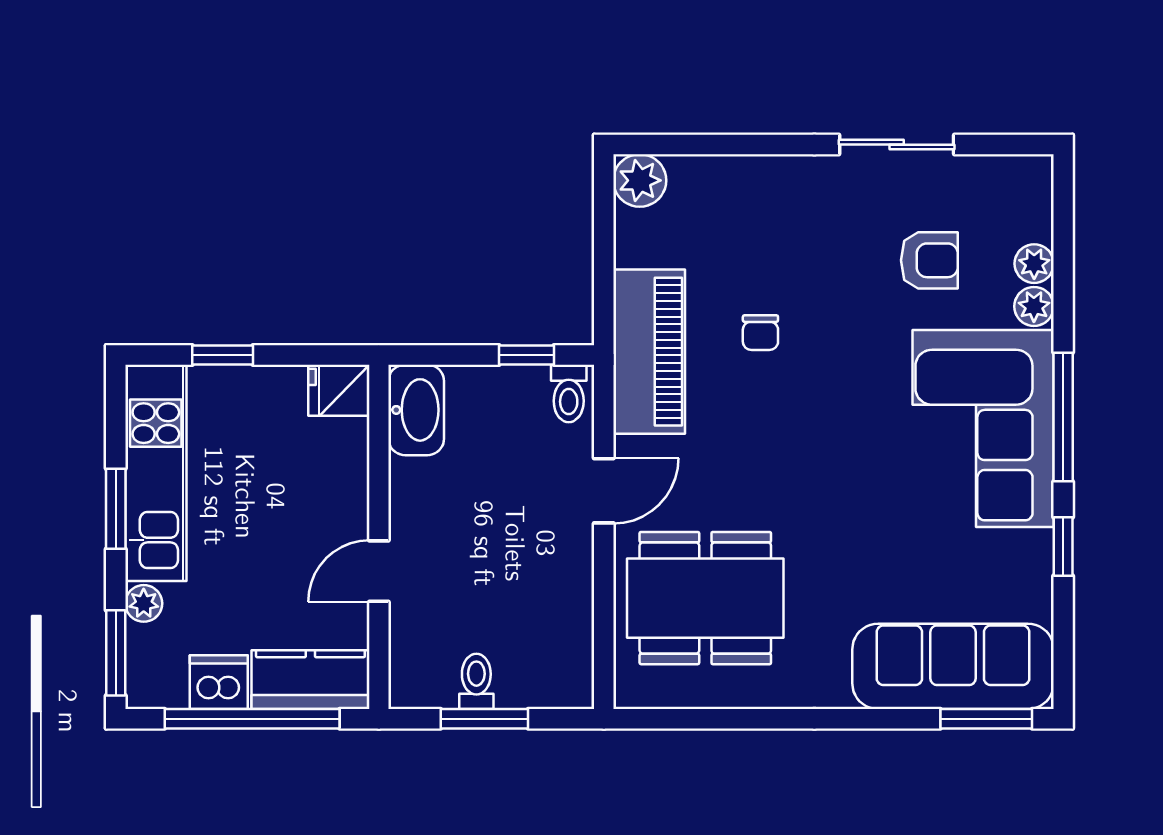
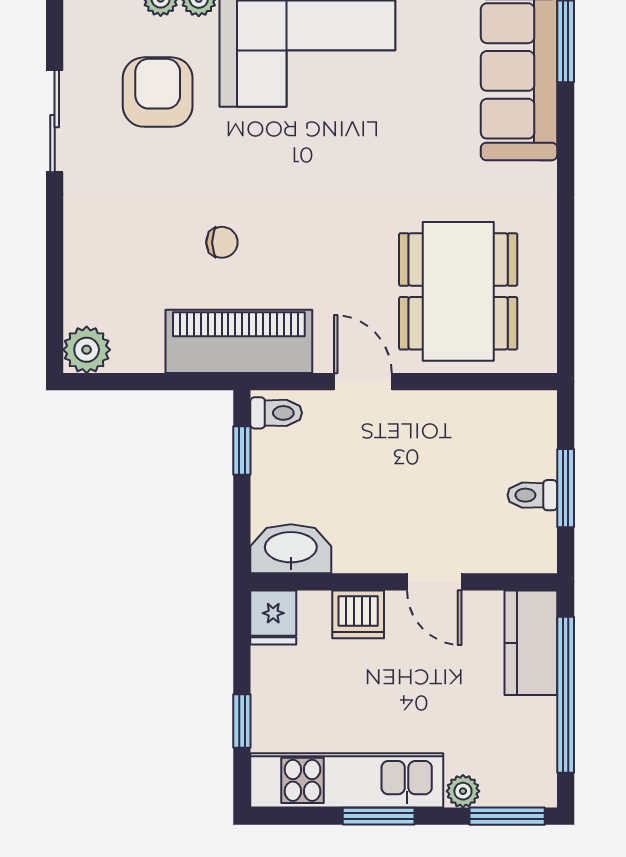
armchair: (929, 260) -> (158, 92), width x1.38, depth x1.38
dishwasher: (219, 682) -> (358, 614), moved, turned -90

